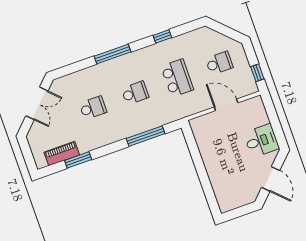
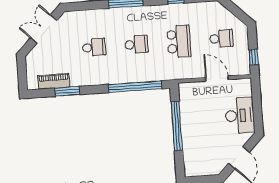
double door: (37, 103) -> (44, 29), swing flipped
window: (146, 136) -> (135, 87), width x1.46
desk: (261, 141) -> (240, 115), width x1.37
window: (199, 164) -> (177, 126), added

